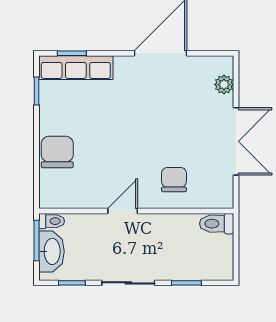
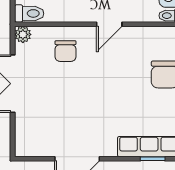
plant: (224, 85) -> (23, 34), moved

